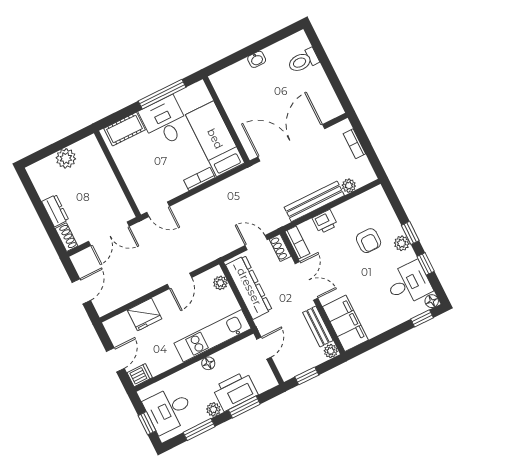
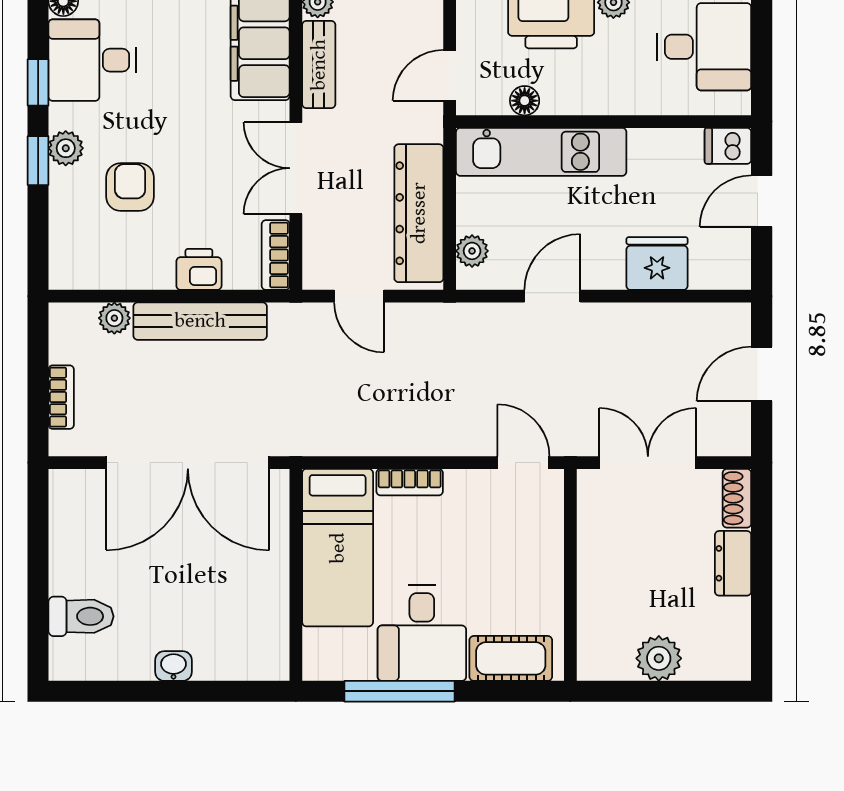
shoe rack: (280, 248) -> (316, 262), removed
floor lamp: (208, 363) -> (525, 101), moved
window: (147, 423) -> (762, 41), removed

